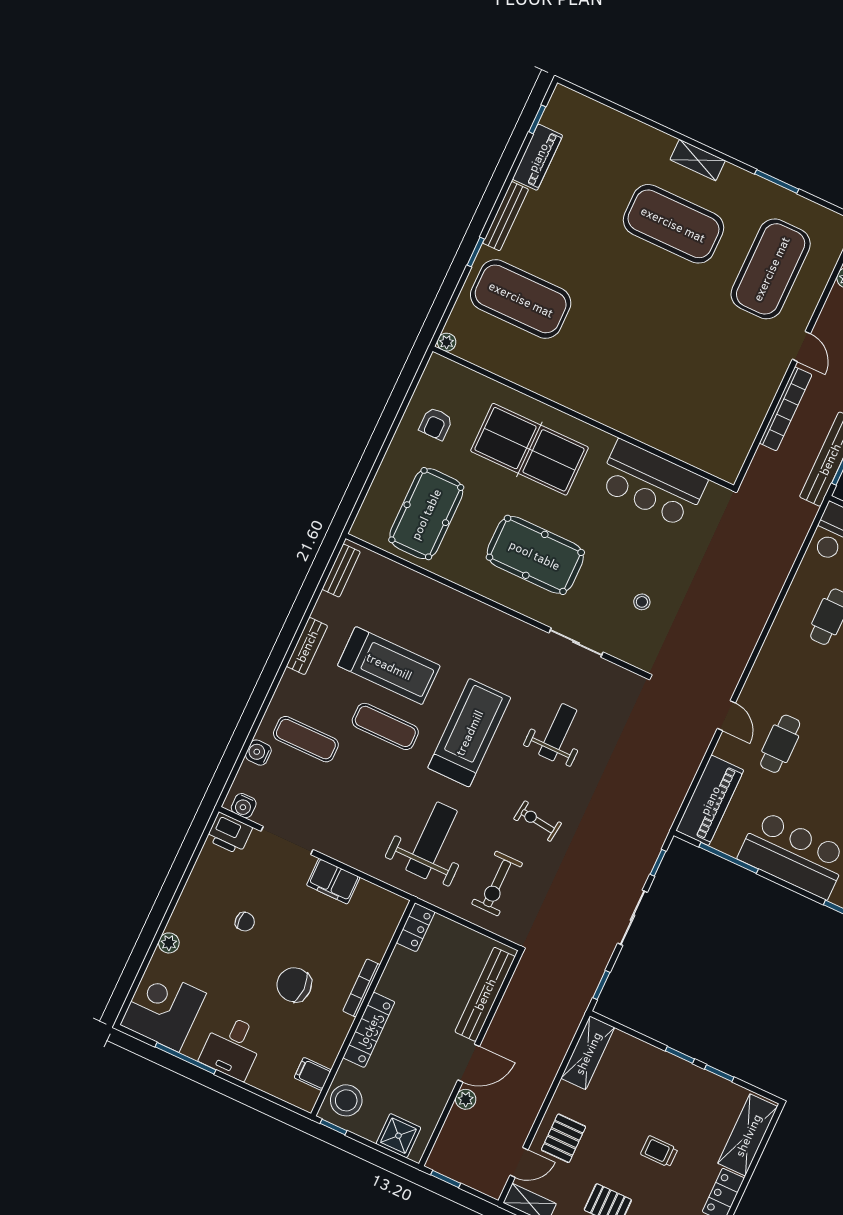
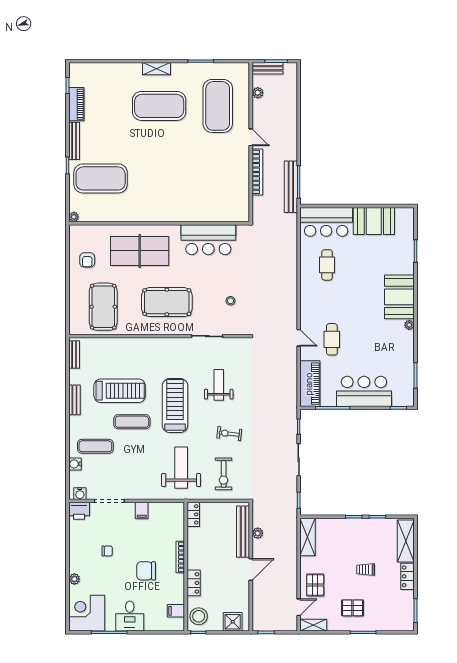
filing cabinet: (333, 881) -> (142, 510), width x0.50
locker: (369, 1030) -> (194, 583), width x0.66
plant: (466, 1099) -> (258, 533), moved

